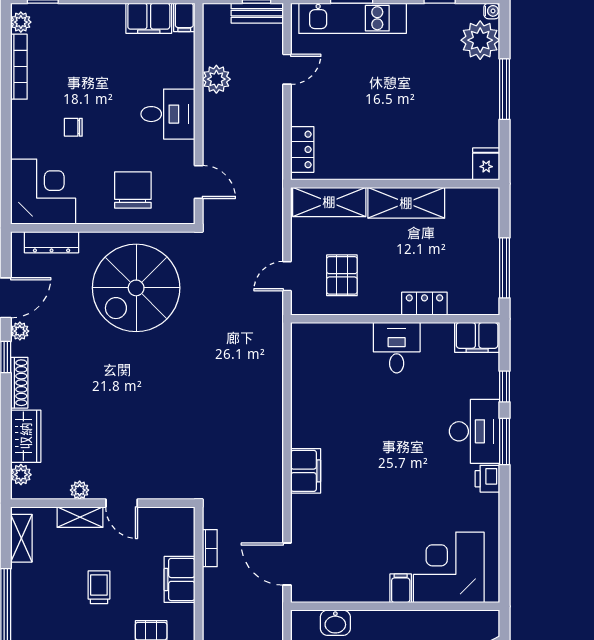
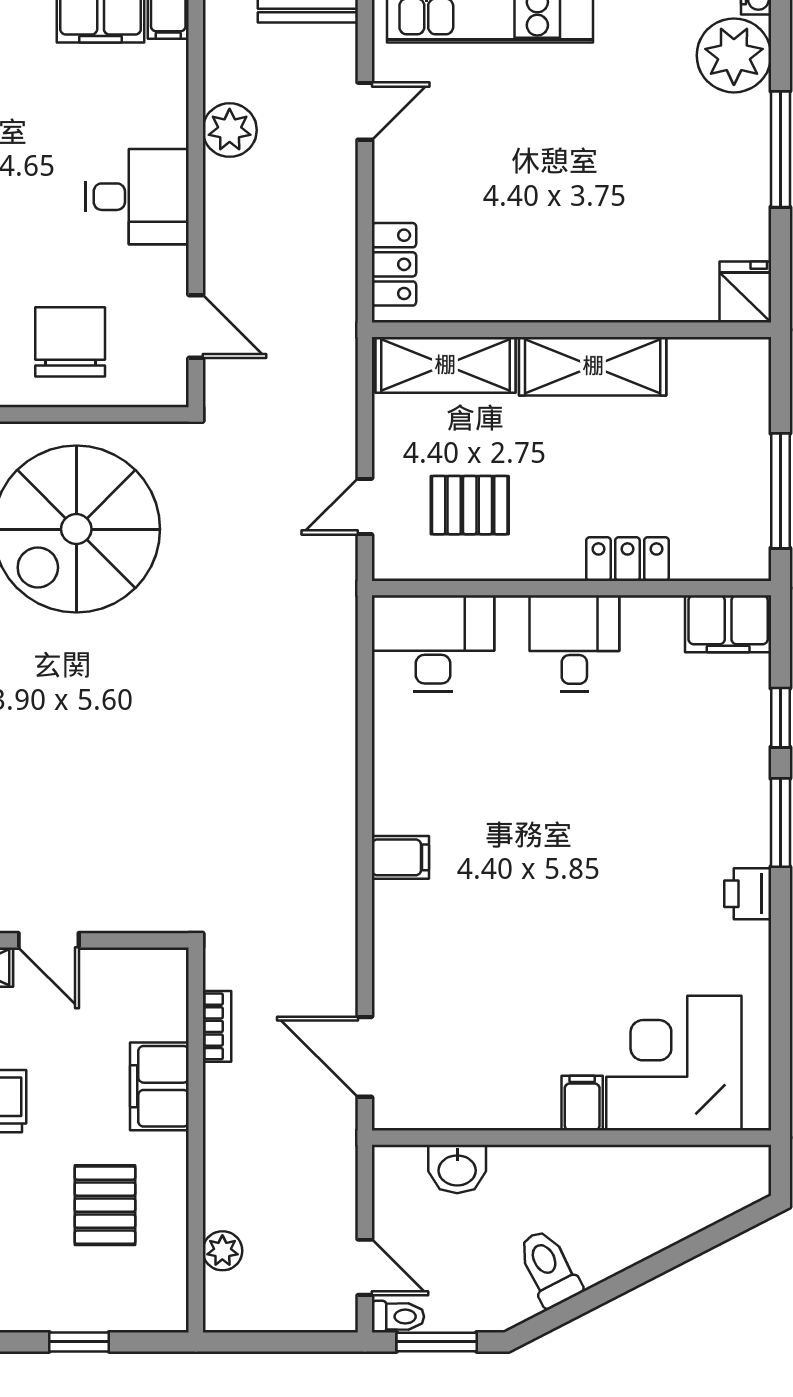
pallet: (342, 275) -> (470, 505), turned 90
desk: (474, 431) -> (433, 643), moved, turned -90
filing cabinet: (306, 471) -> (400, 857), width x0.50

